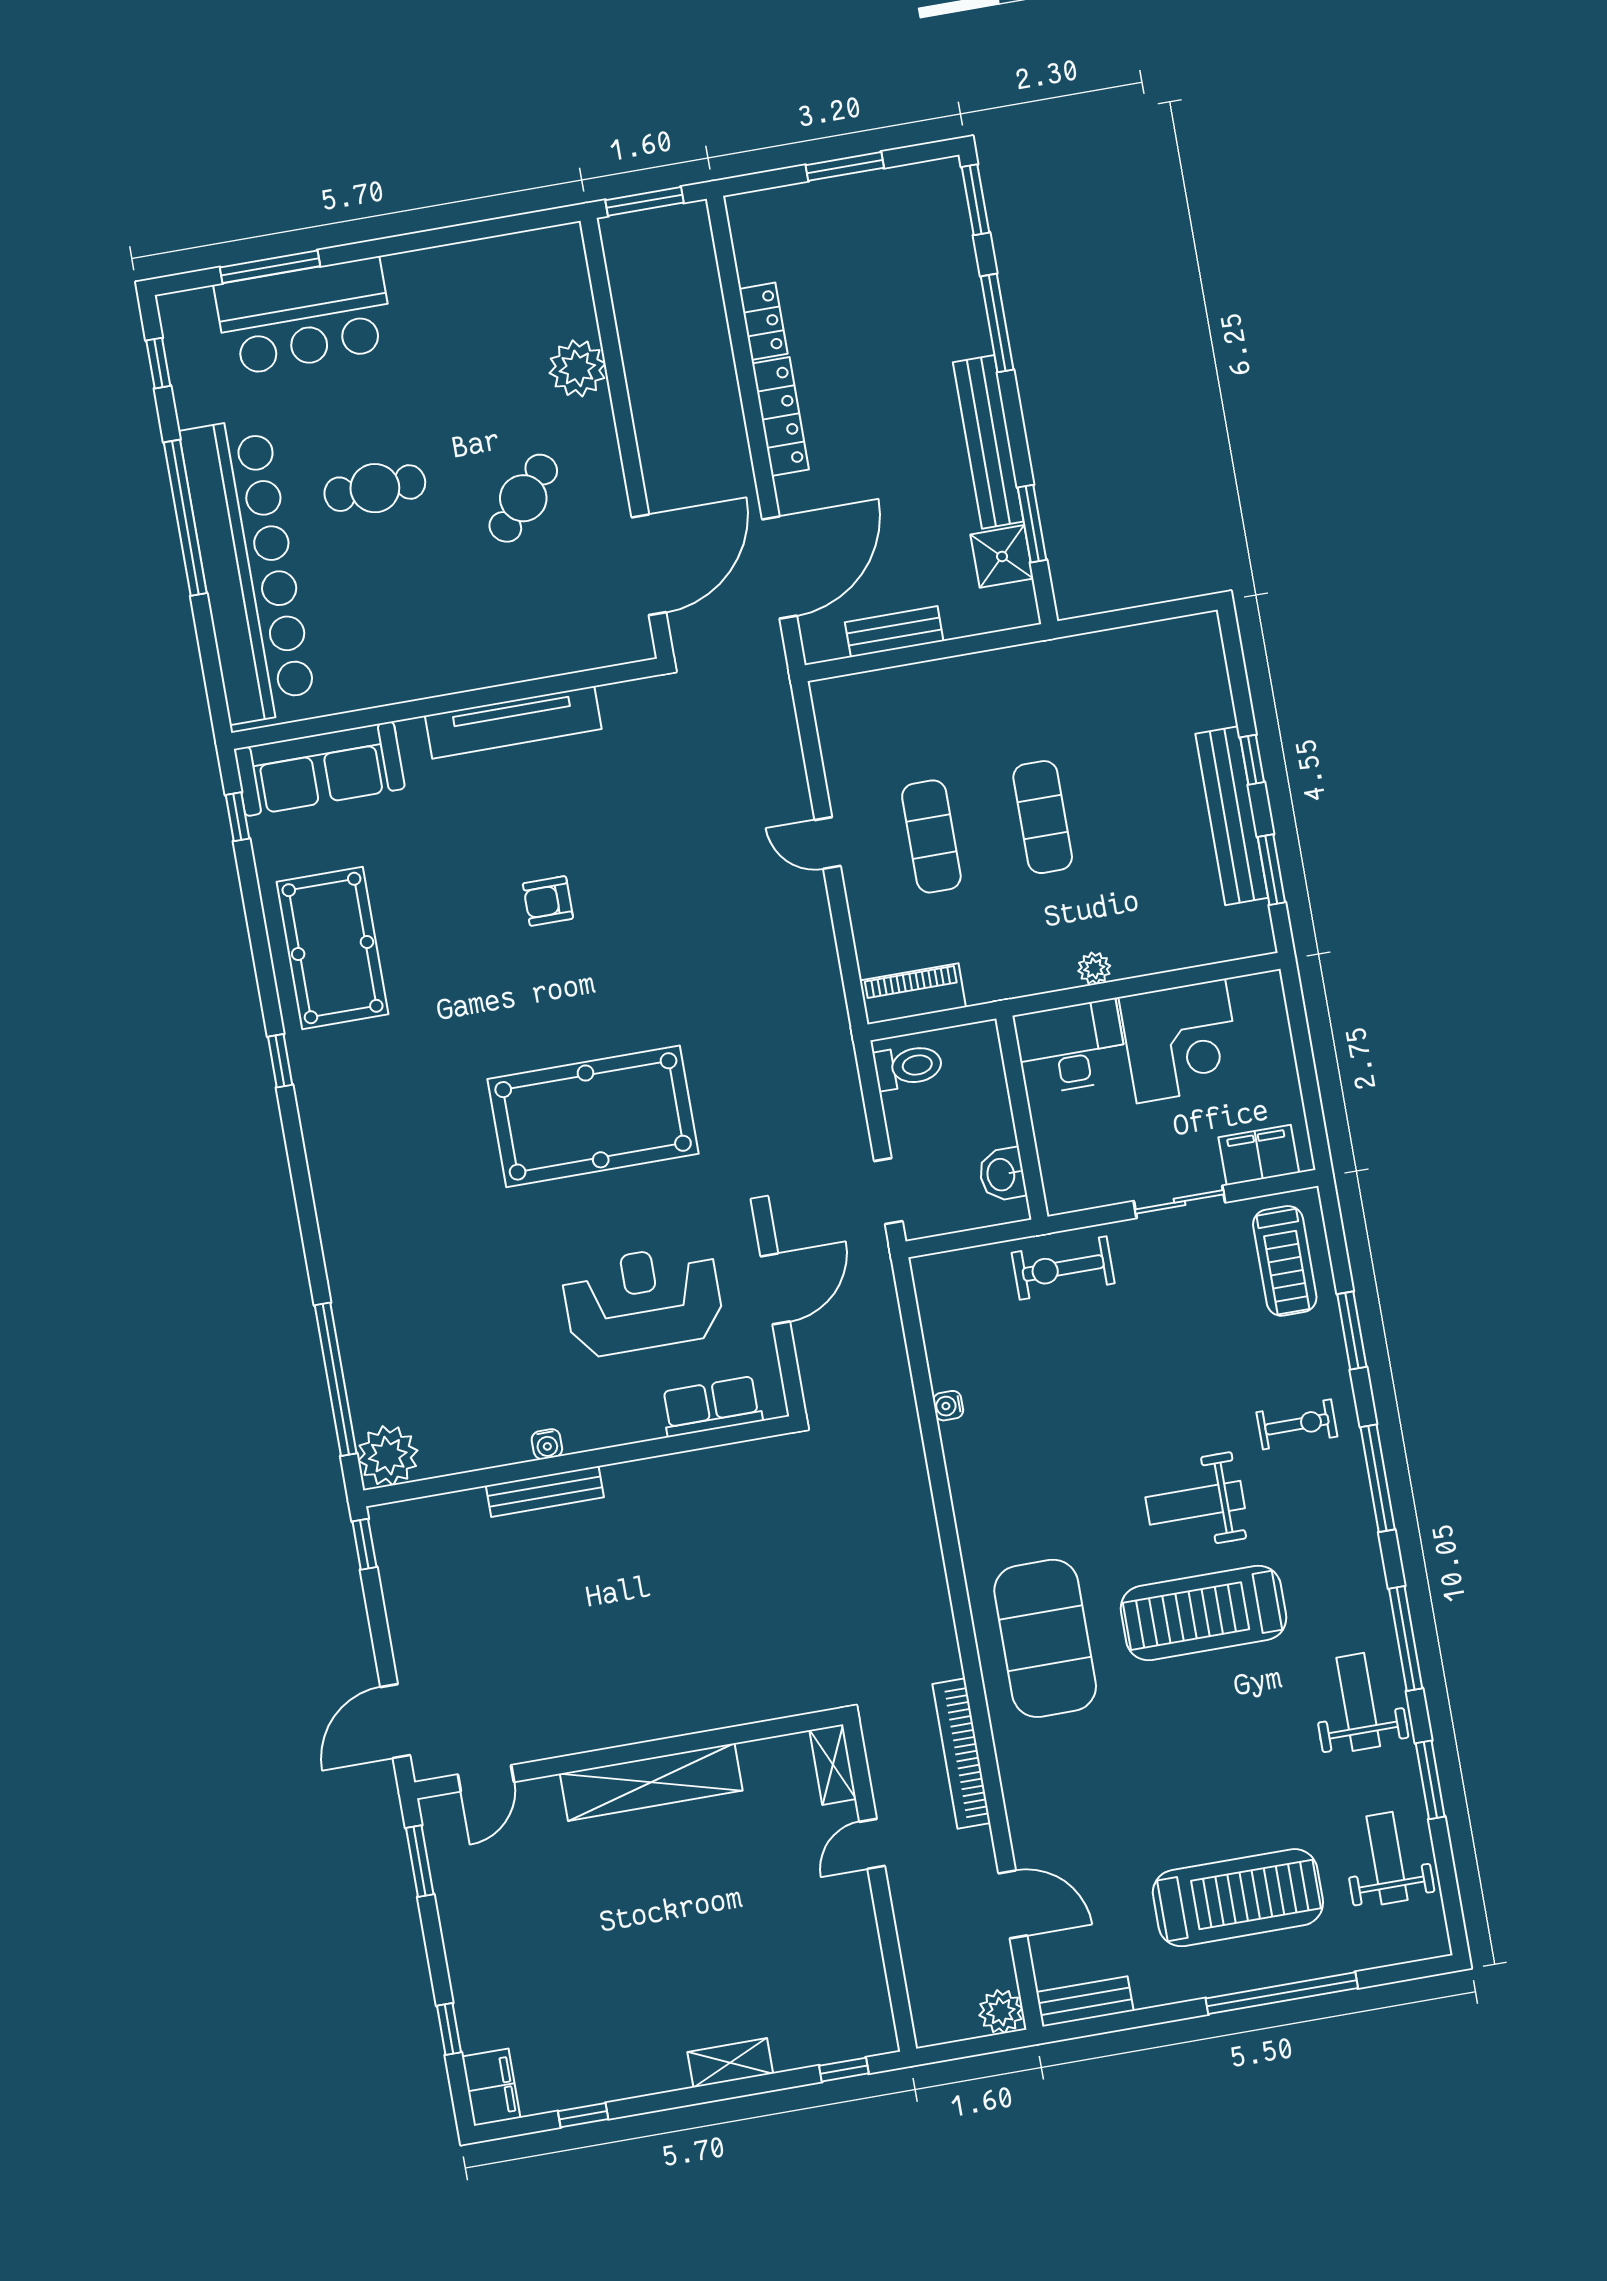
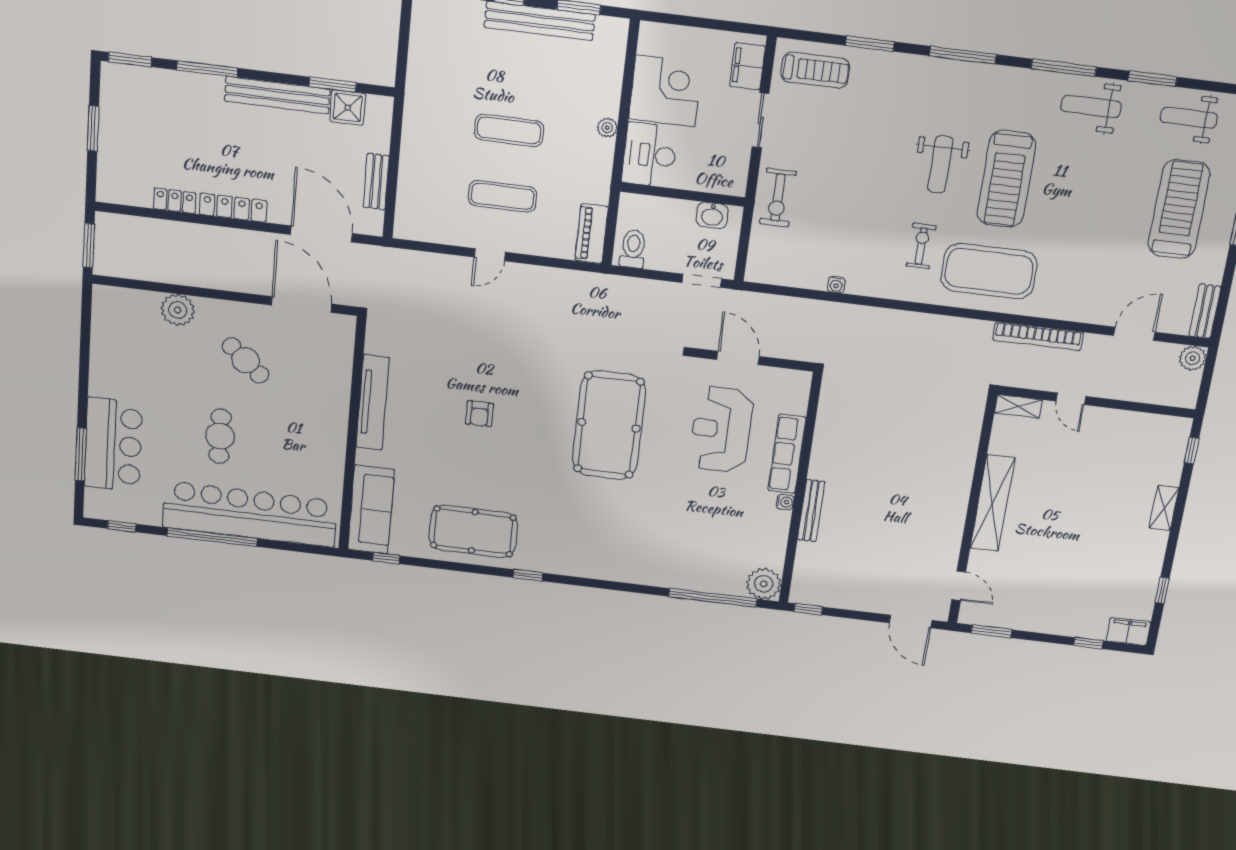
row of seats: (712, 1406) -> (787, 454), moved, width x1.48
exercise bike: (1297, 1424) -> (921, 246), moved

